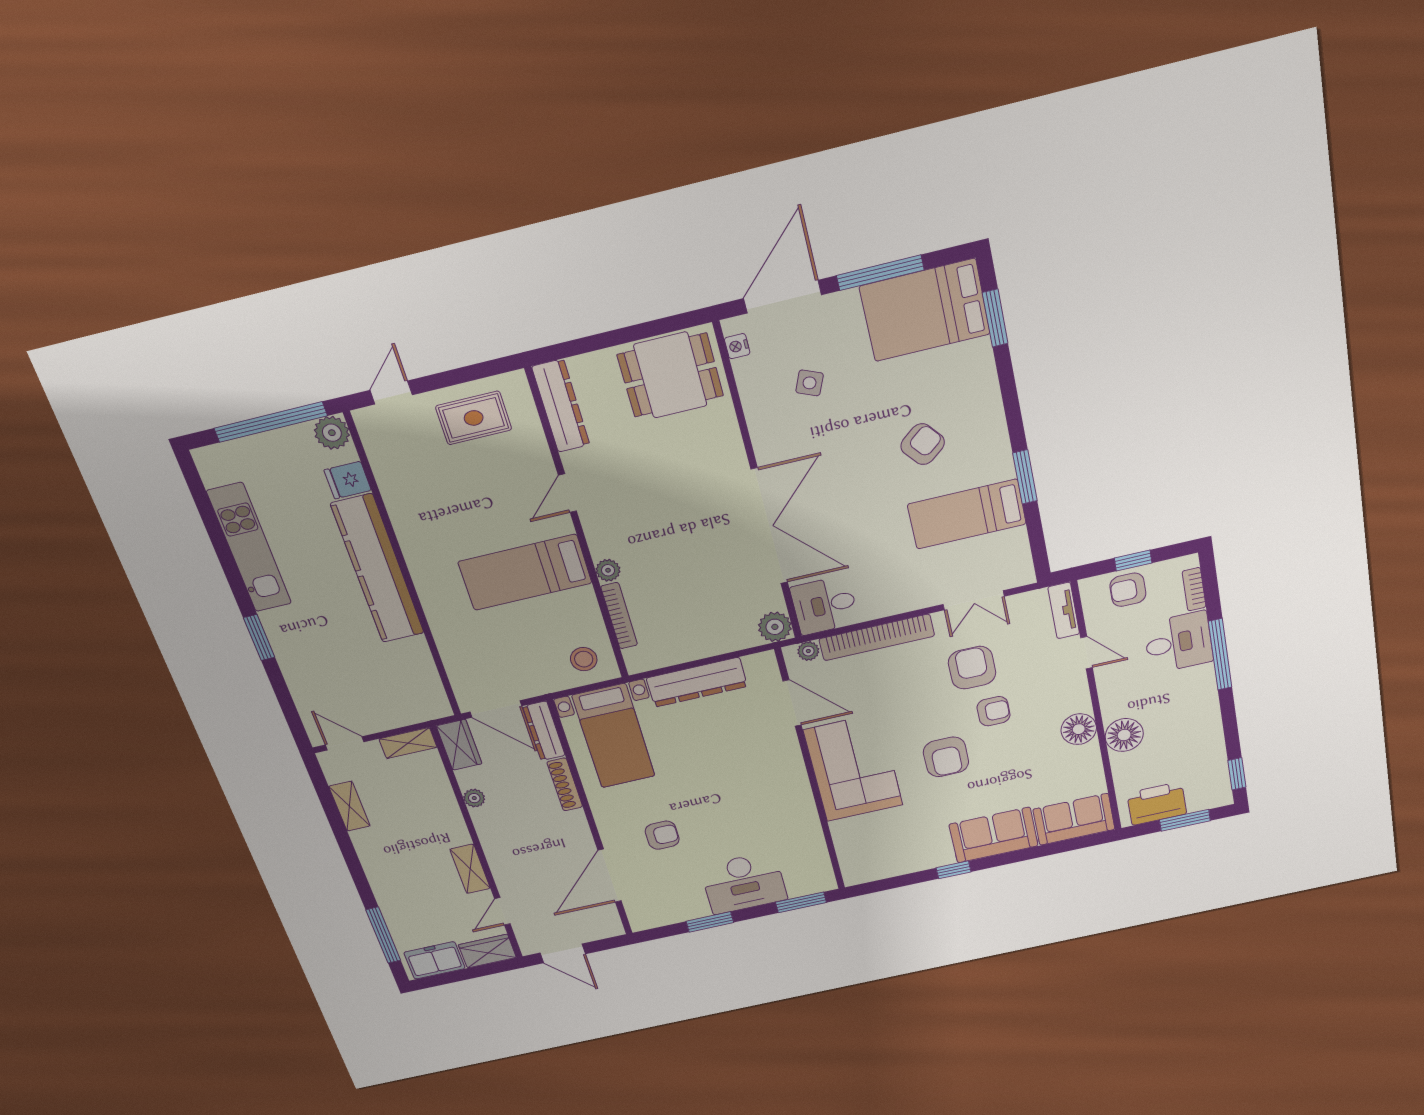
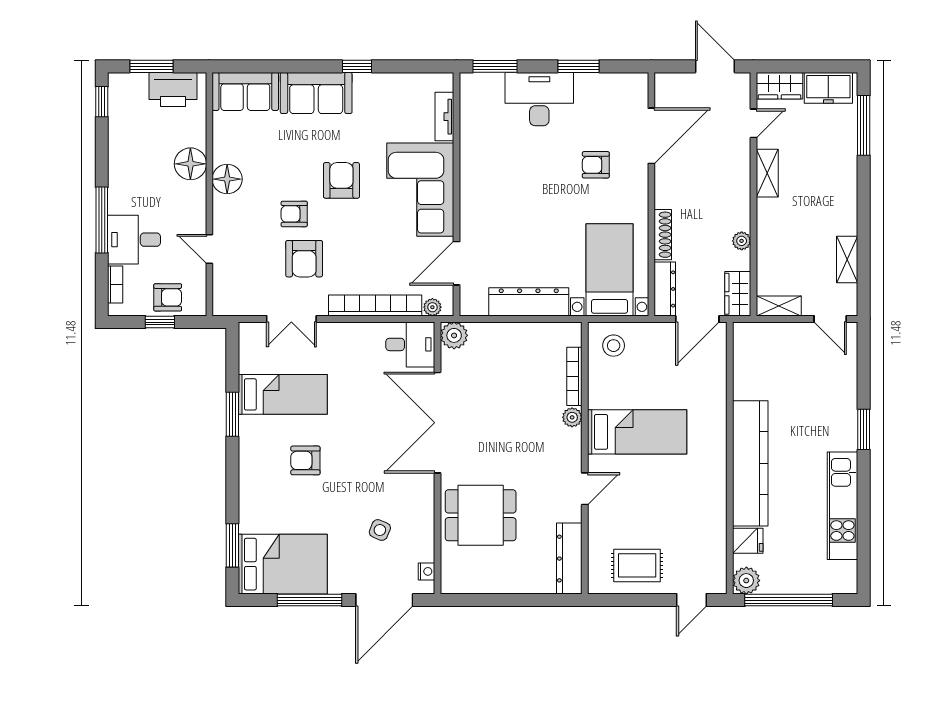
dining table: (670, 375) -> (481, 515), moved
armchair: (923, 444) -> (305, 460), turned 39
double door: (974, 600) -> (291, 319), swing flipped
tv unit: (1064, 611) -> (444, 117), moved, turned 180
door: (792, 703) -> (457, 263), hinge flipped
door: (496, 709) -> (697, 319), swing flipped

